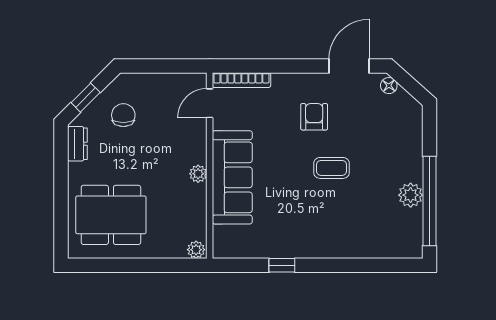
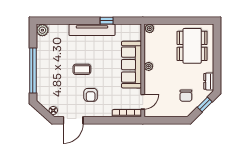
plant: (411, 195) -> (42, 30), moved
window: (429, 201) -> (33, 71), moved
dining table: (111, 215) -> (192, 46), turned 90
tv unit: (311, 247) -> (92, 30), added

